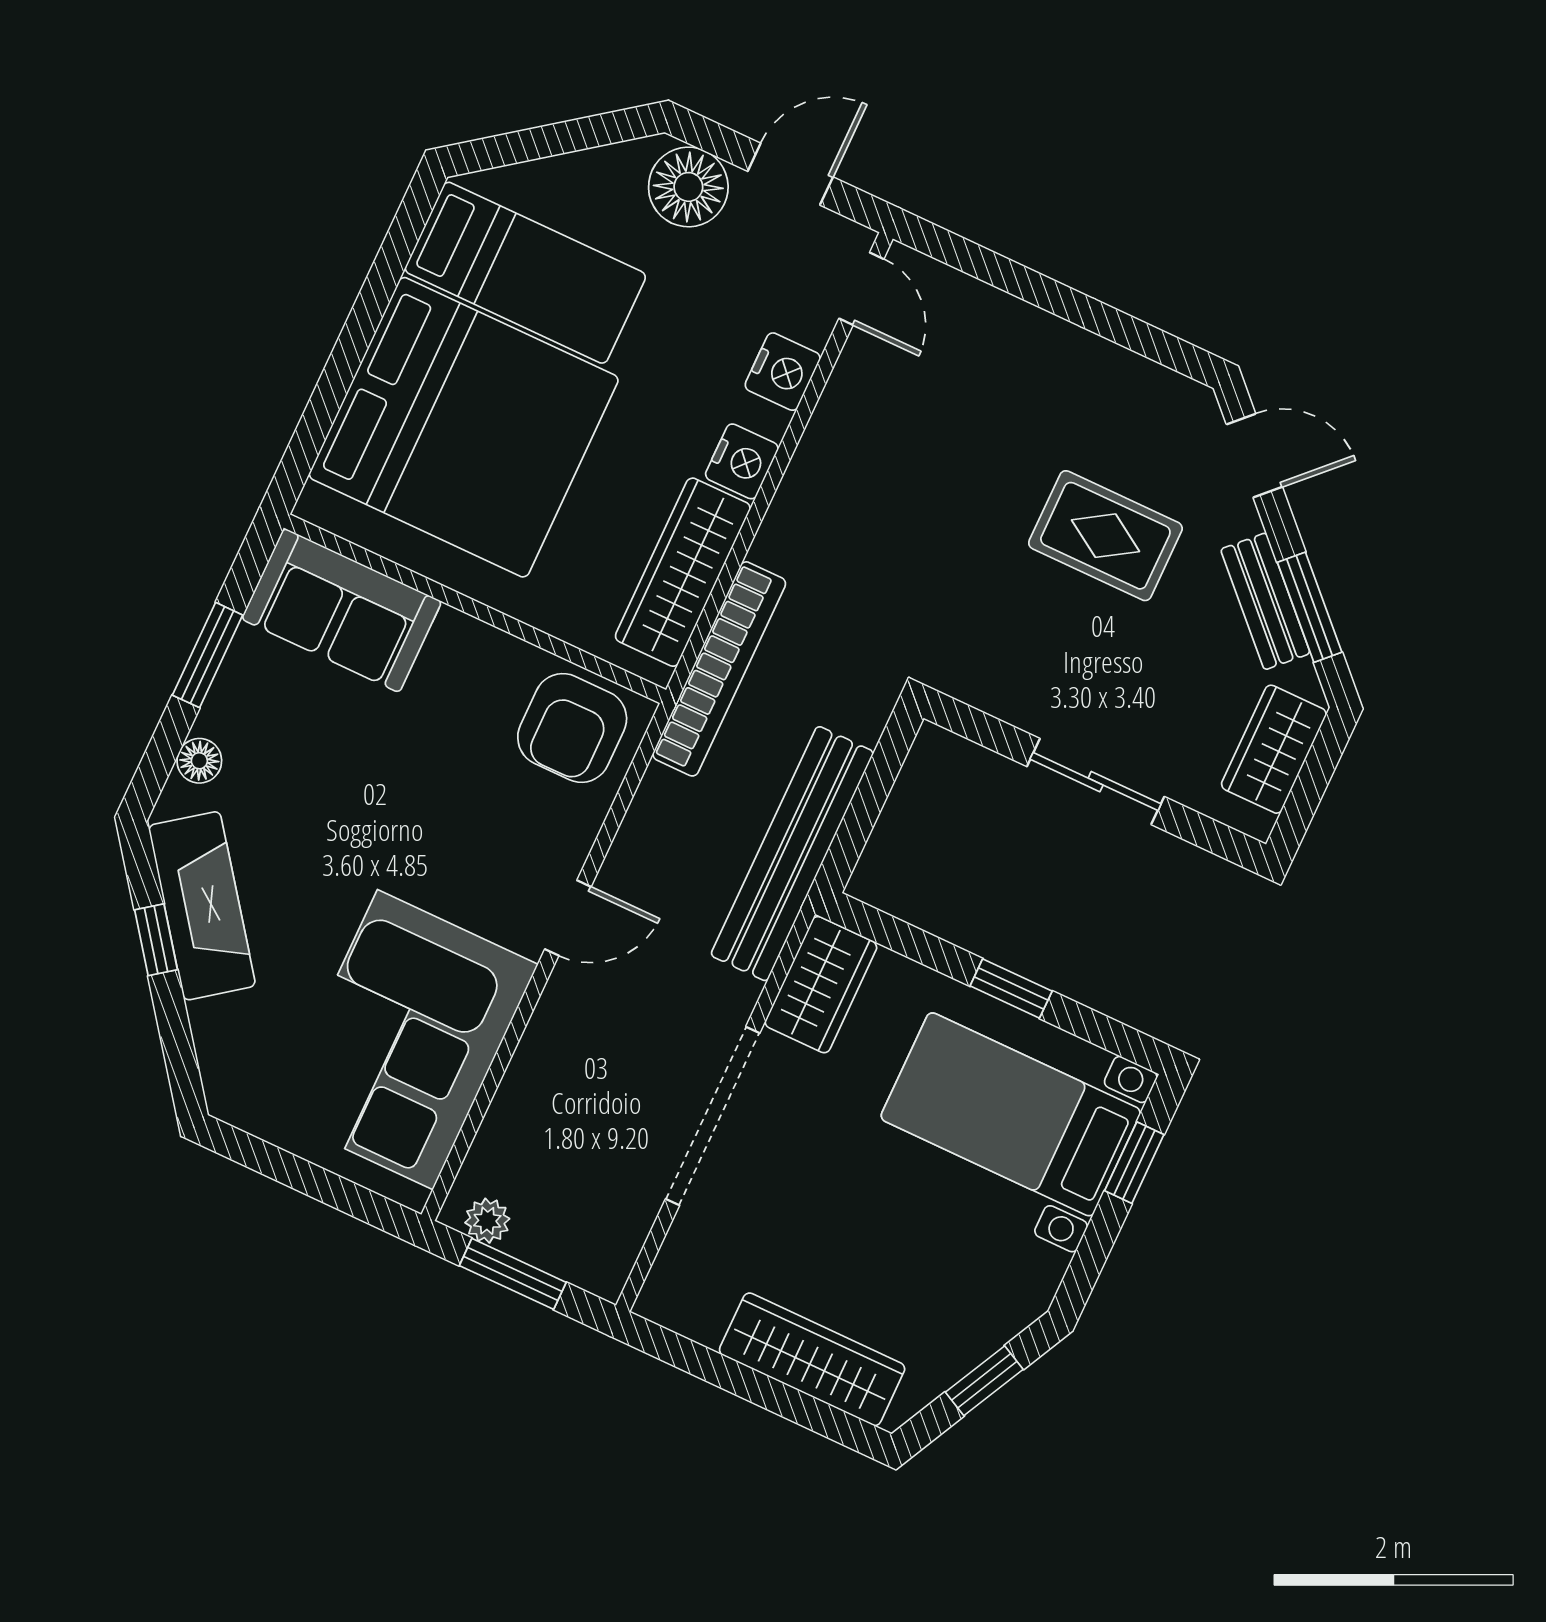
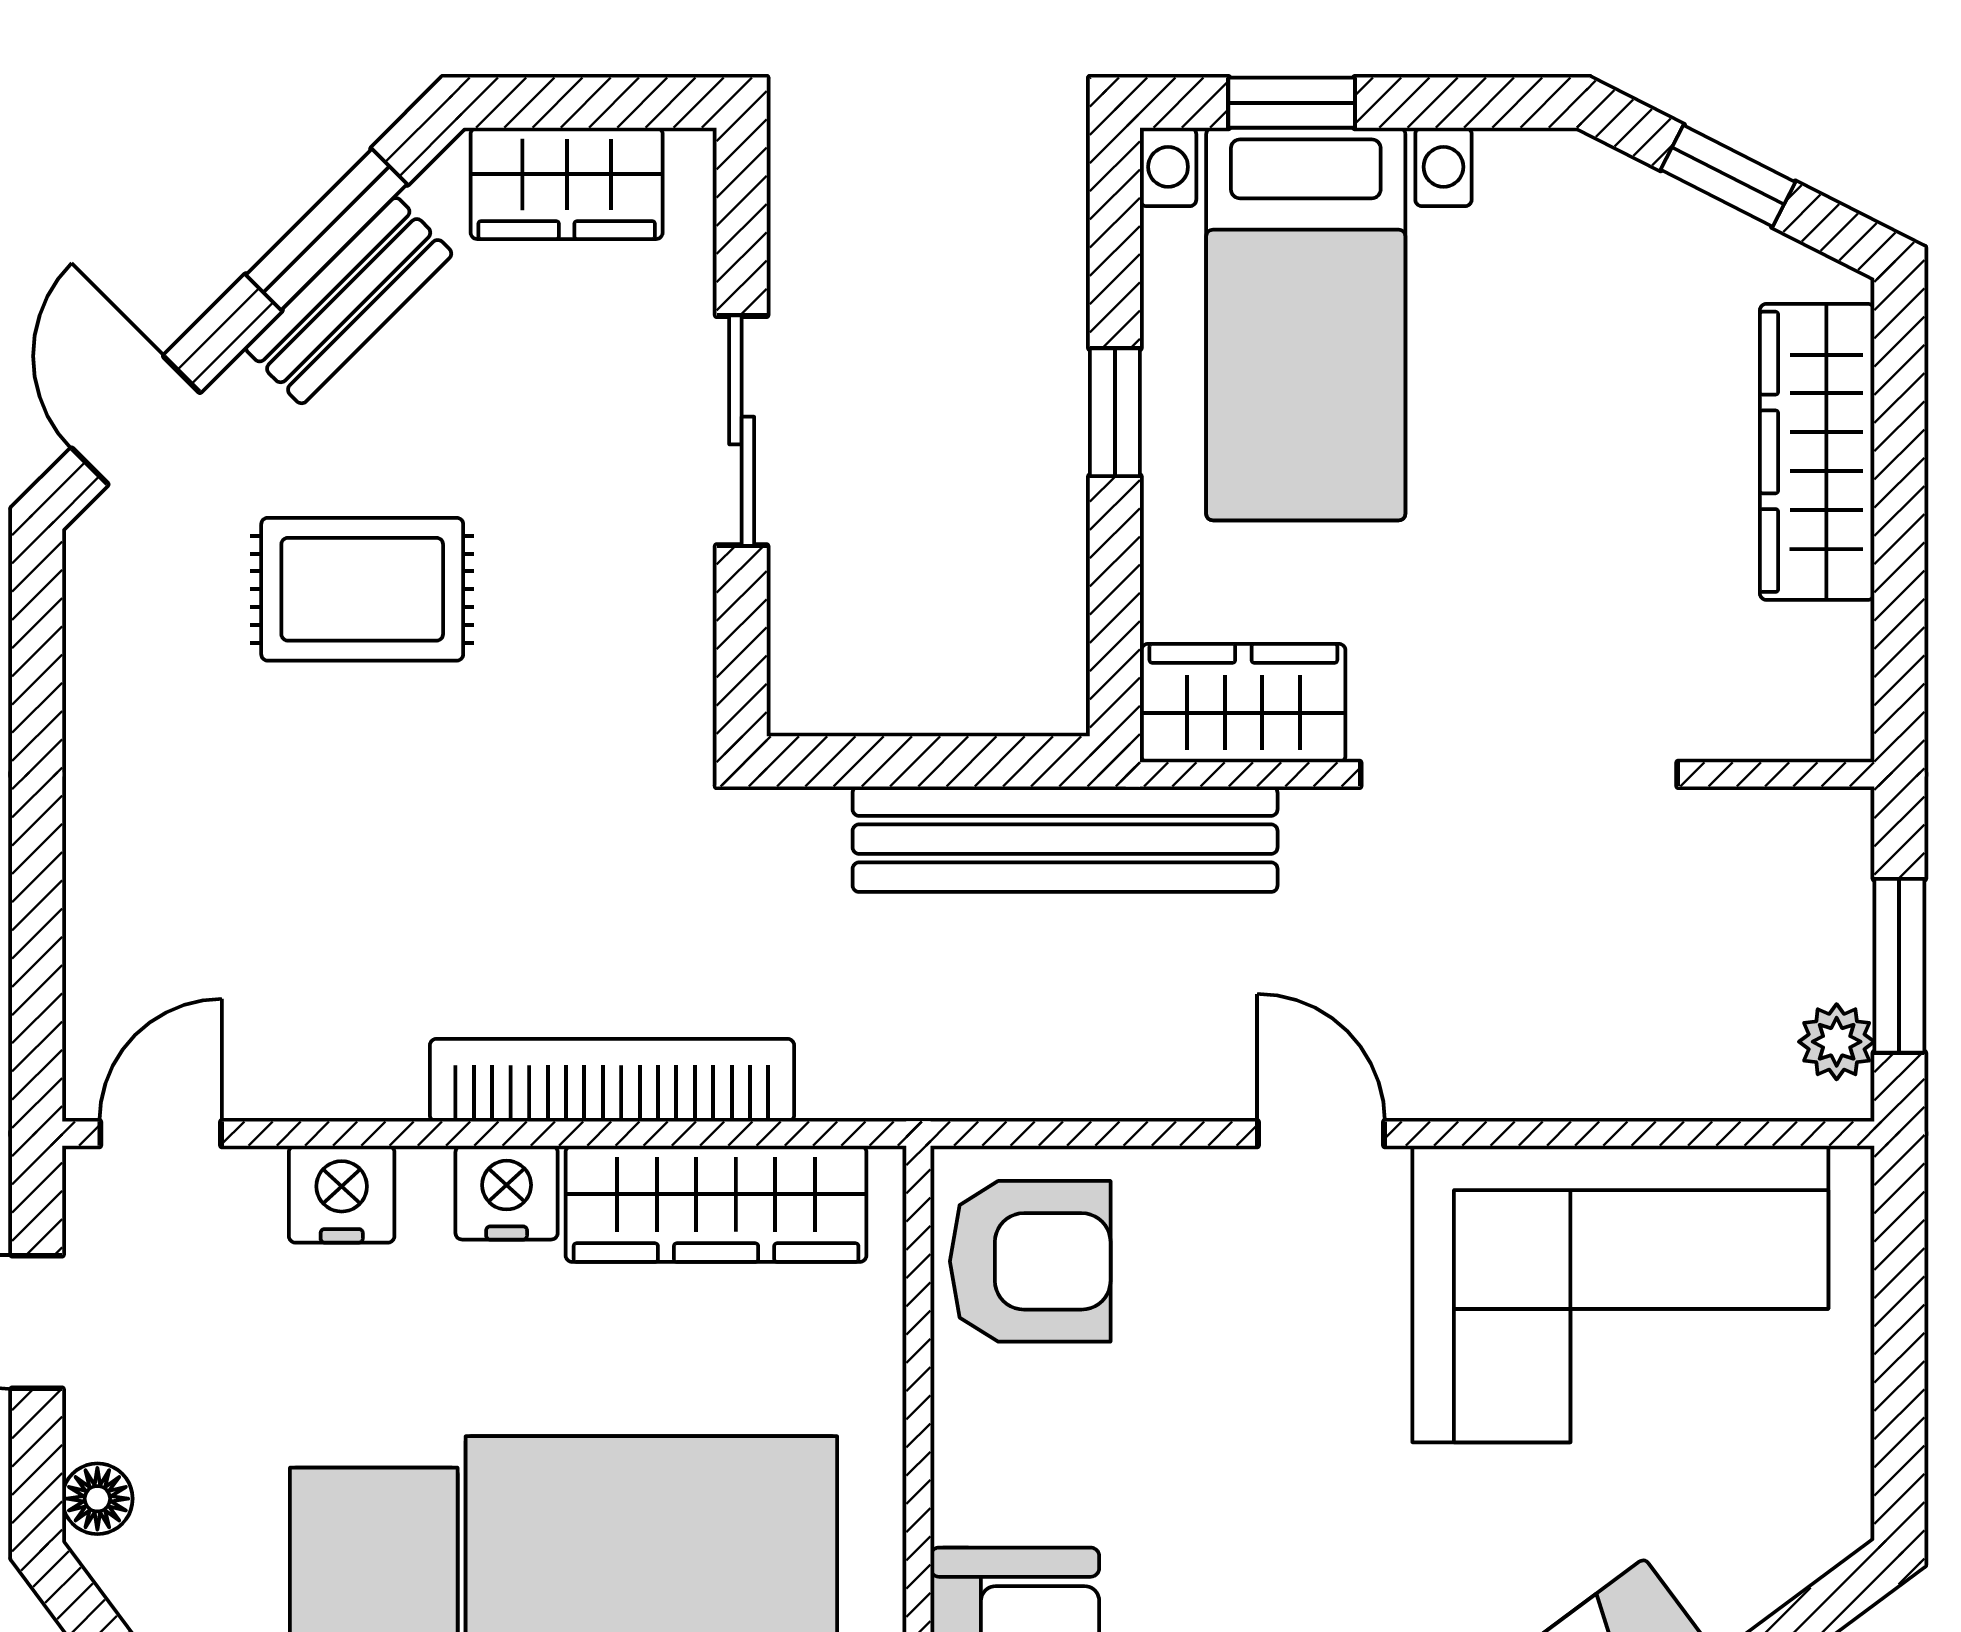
floor lamp: (688, 187) -> (97, 1499), width x0.53, depth x0.53
rug: (1105, 536) -> (362, 589), turned 90
bookcase: (719, 669) -> (612, 1080), moved

